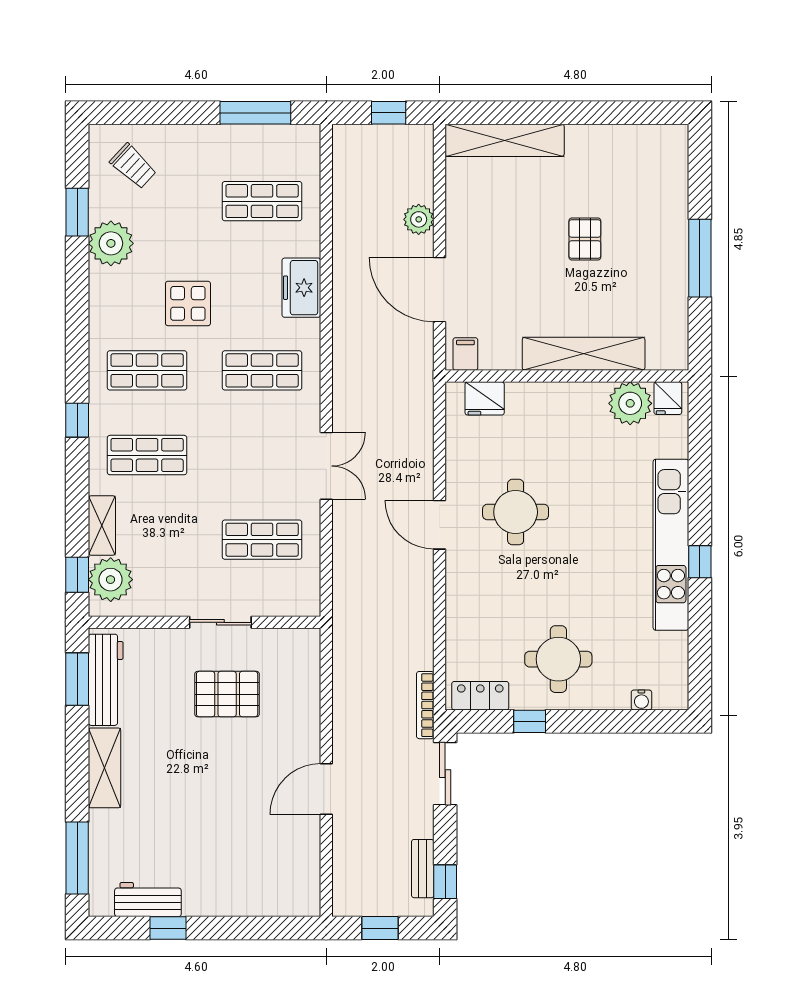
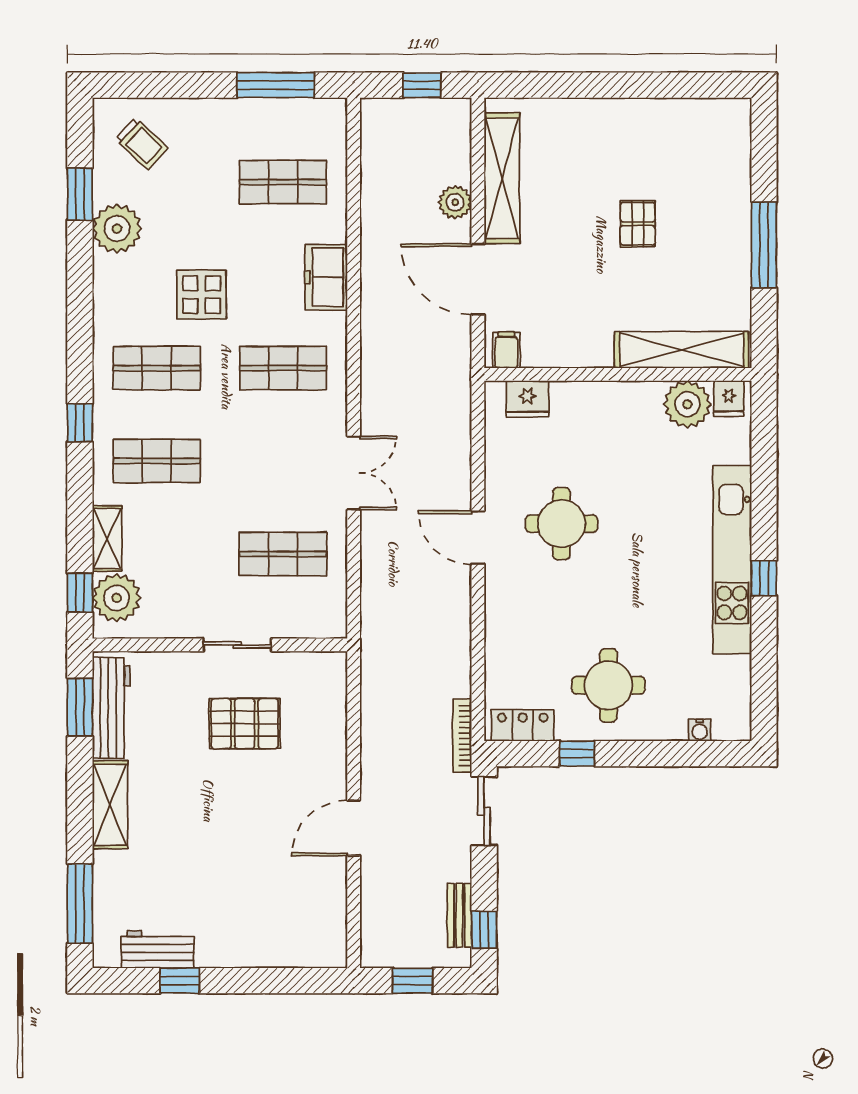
shelving: (505, 140) -> (502, 178), moved, turned 90
shelving: (584, 354) -> (681, 350), moved

